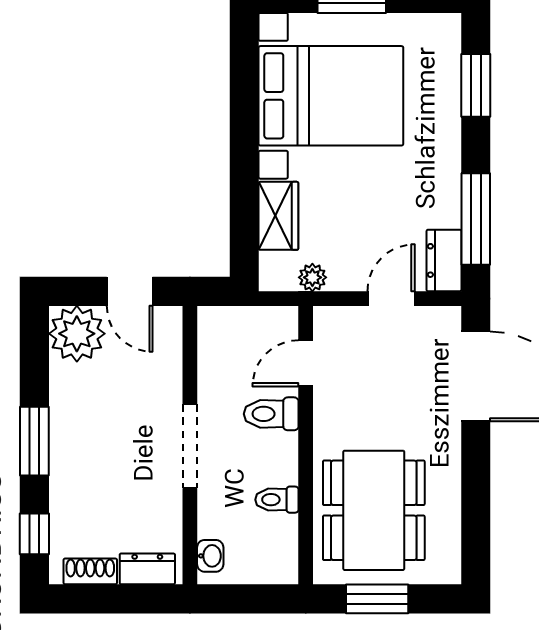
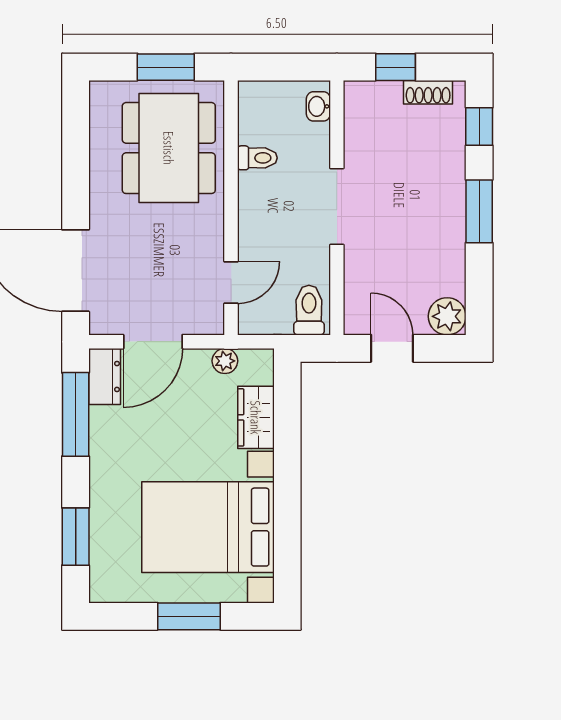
door: (391, 299) -> (153, 342), width x1.37
plant: (77, 334) -> (447, 316), width x0.73, depth x0.73
toilet: (271, 414) -> (309, 310), moved, turned -90
dresser: (147, 569) -> (376, 94), removed
window: (126, 599) -> (396, 67), added

